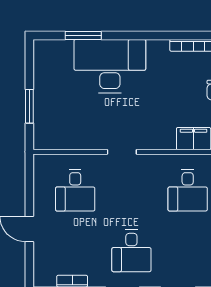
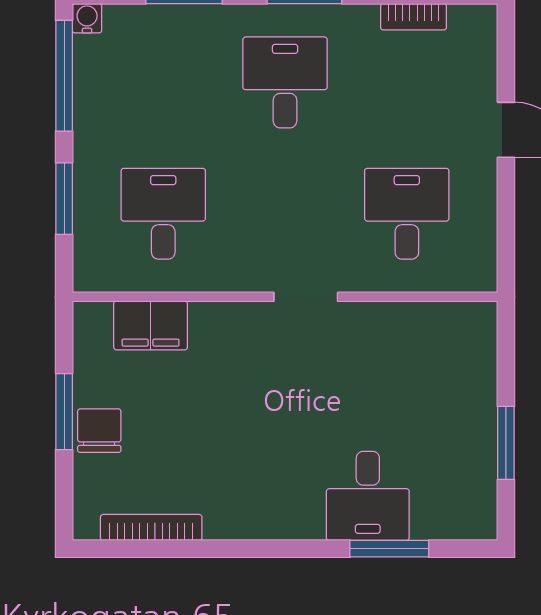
desk: (110, 66) -> (368, 496), width x0.53, depth x0.77
window: (29, 106) -> (506, 443), moved

